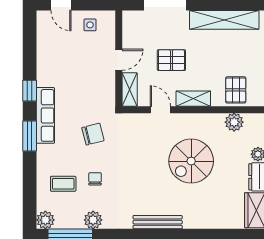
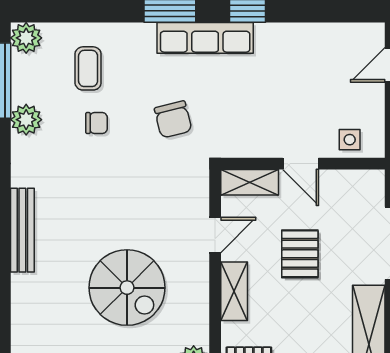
side table: (90, 25) -> (350, 140), moved
spiral stairs: (191, 161) -> (127, 288), turned 180

